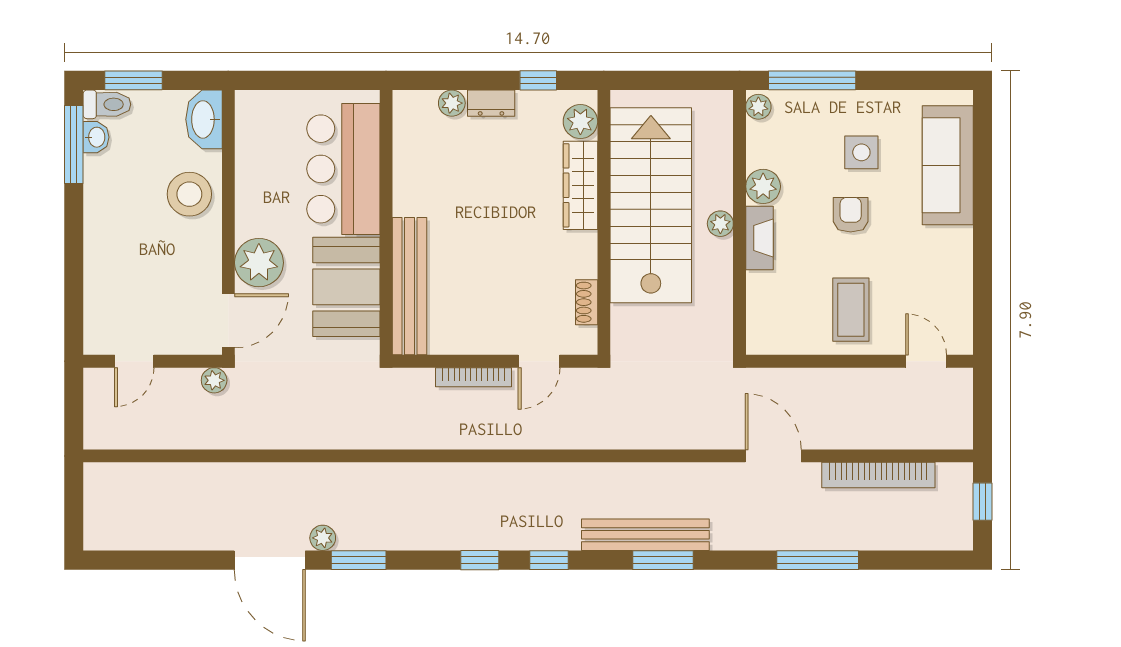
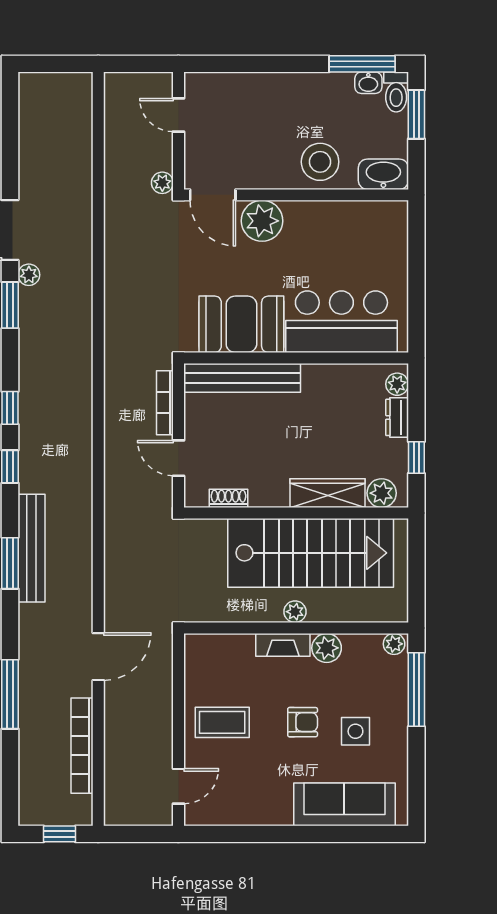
bar counter: (343, 169) -> (341, 322), moved
wall: (386, 222) -> (296, 358), moved
bench: (410, 286) -> (242, 378), moved
booth: (346, 287) -> (241, 324), moved

